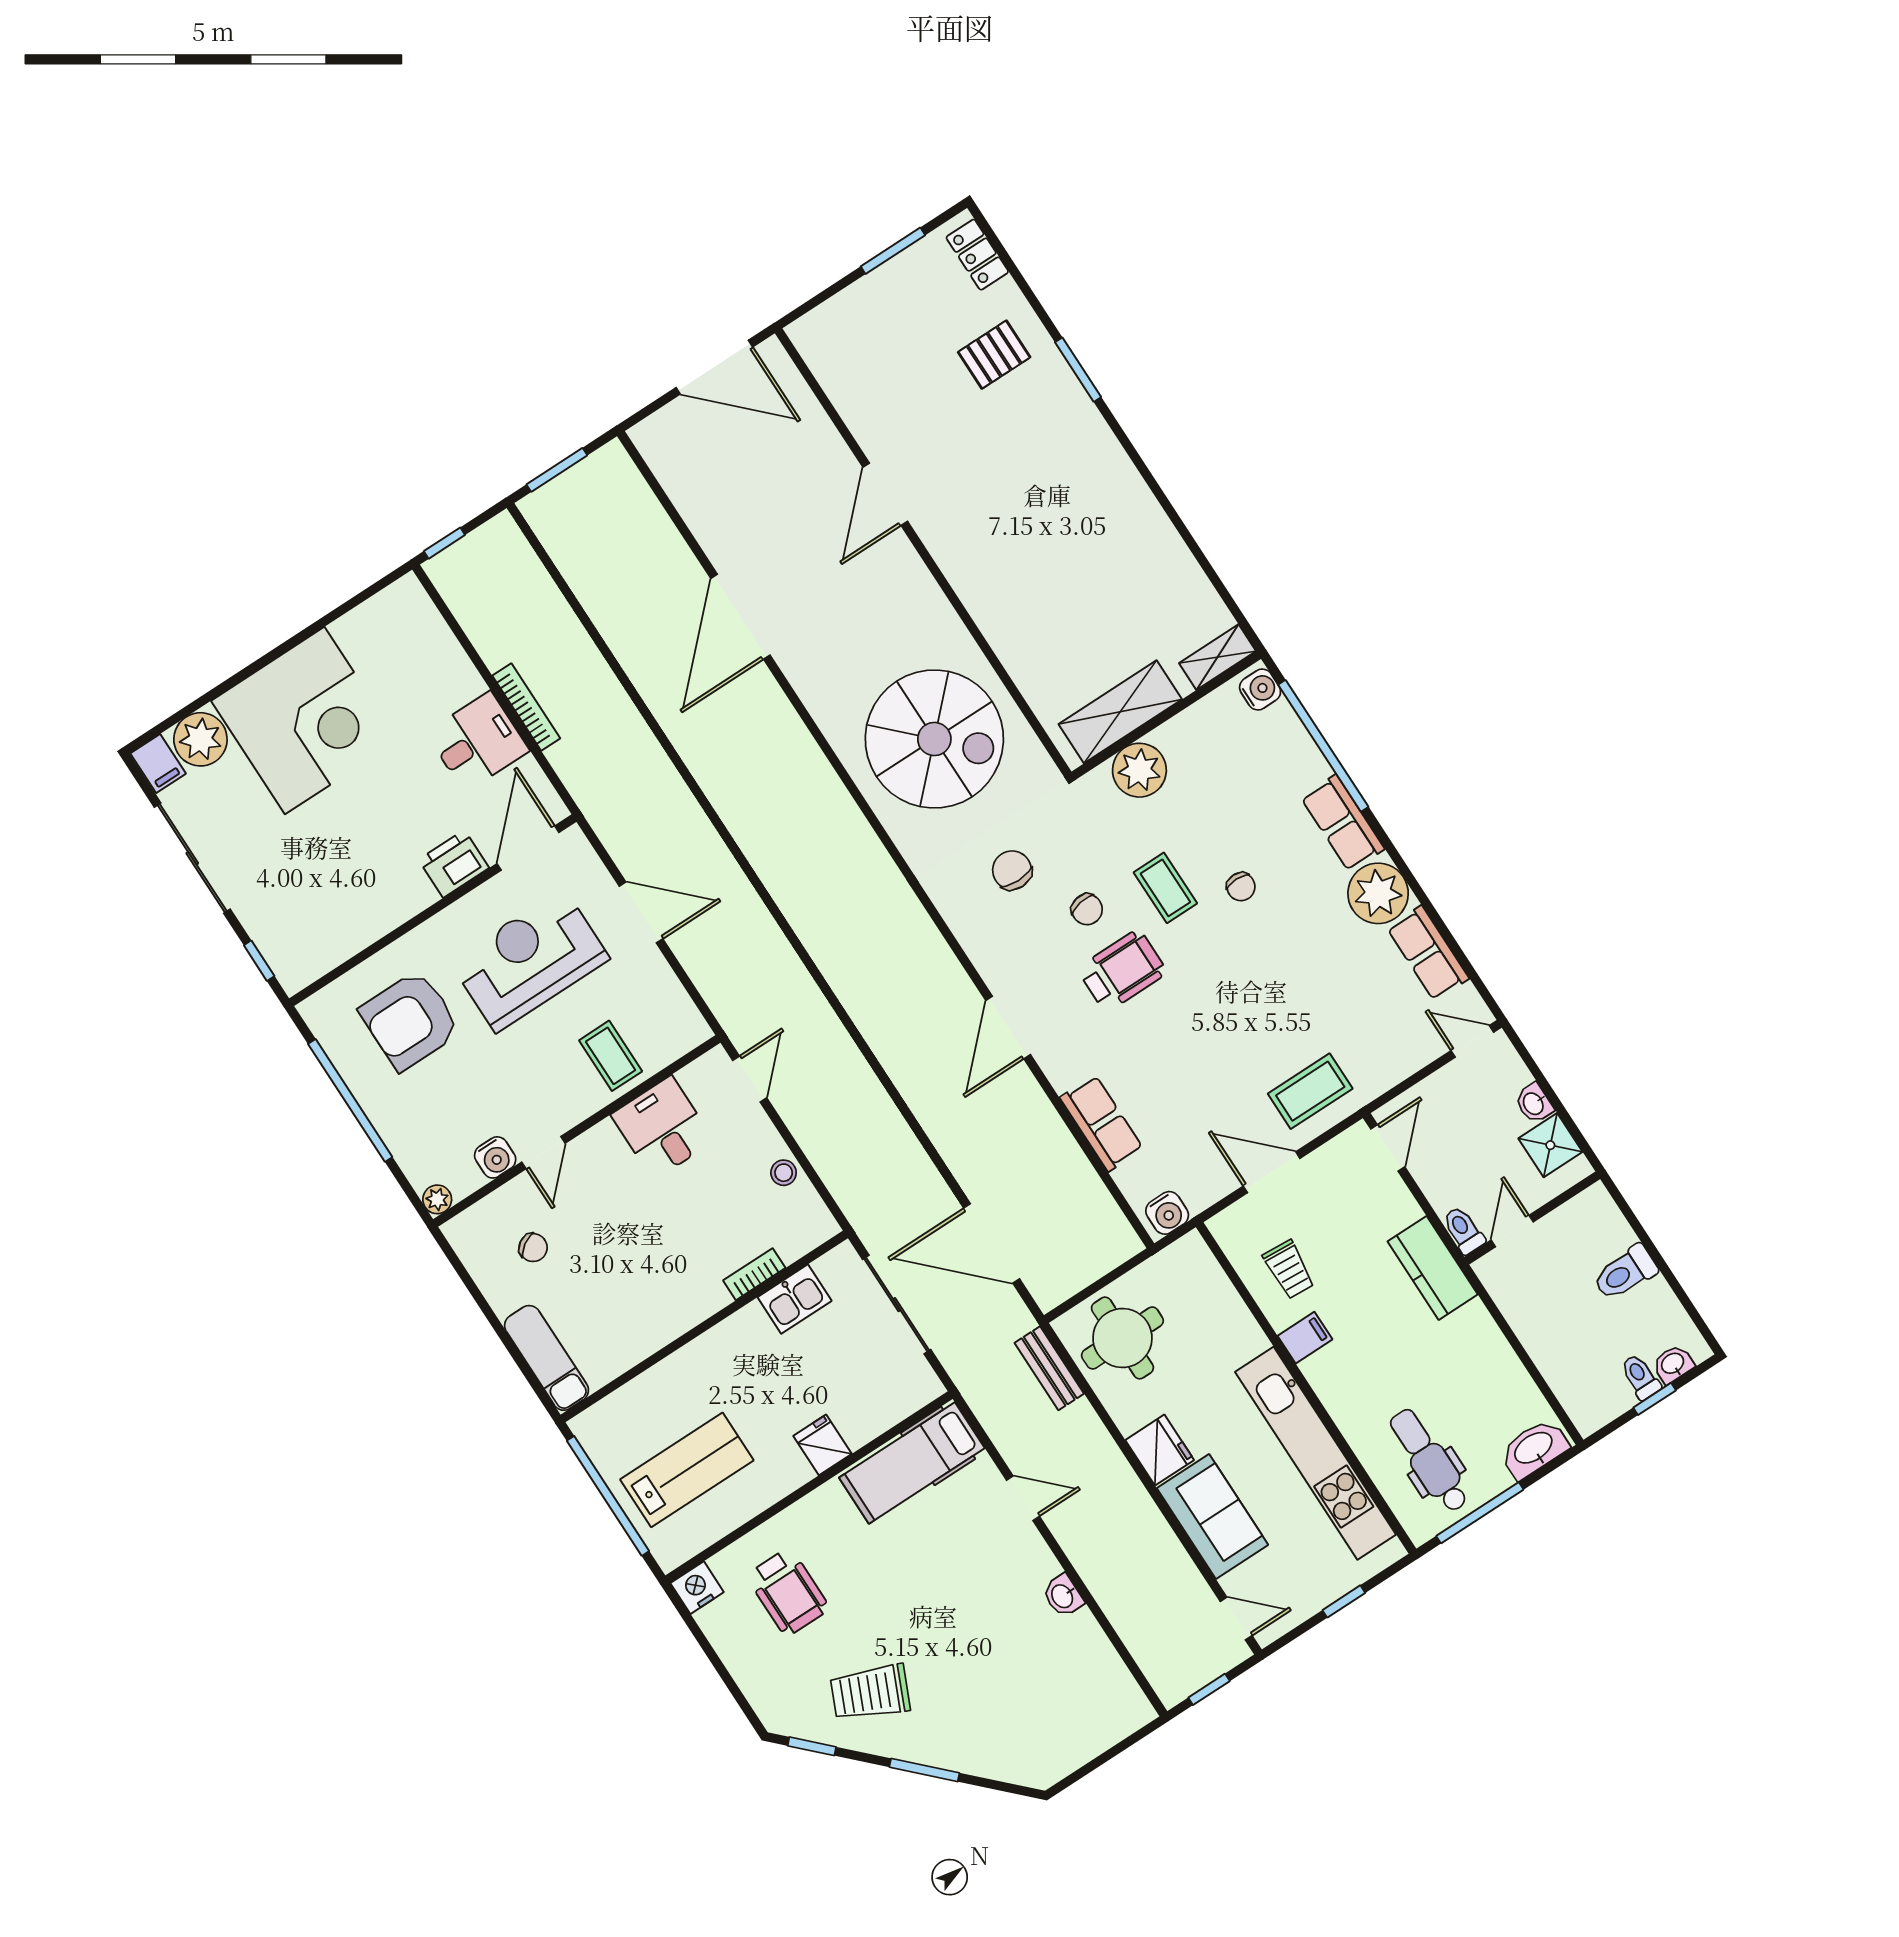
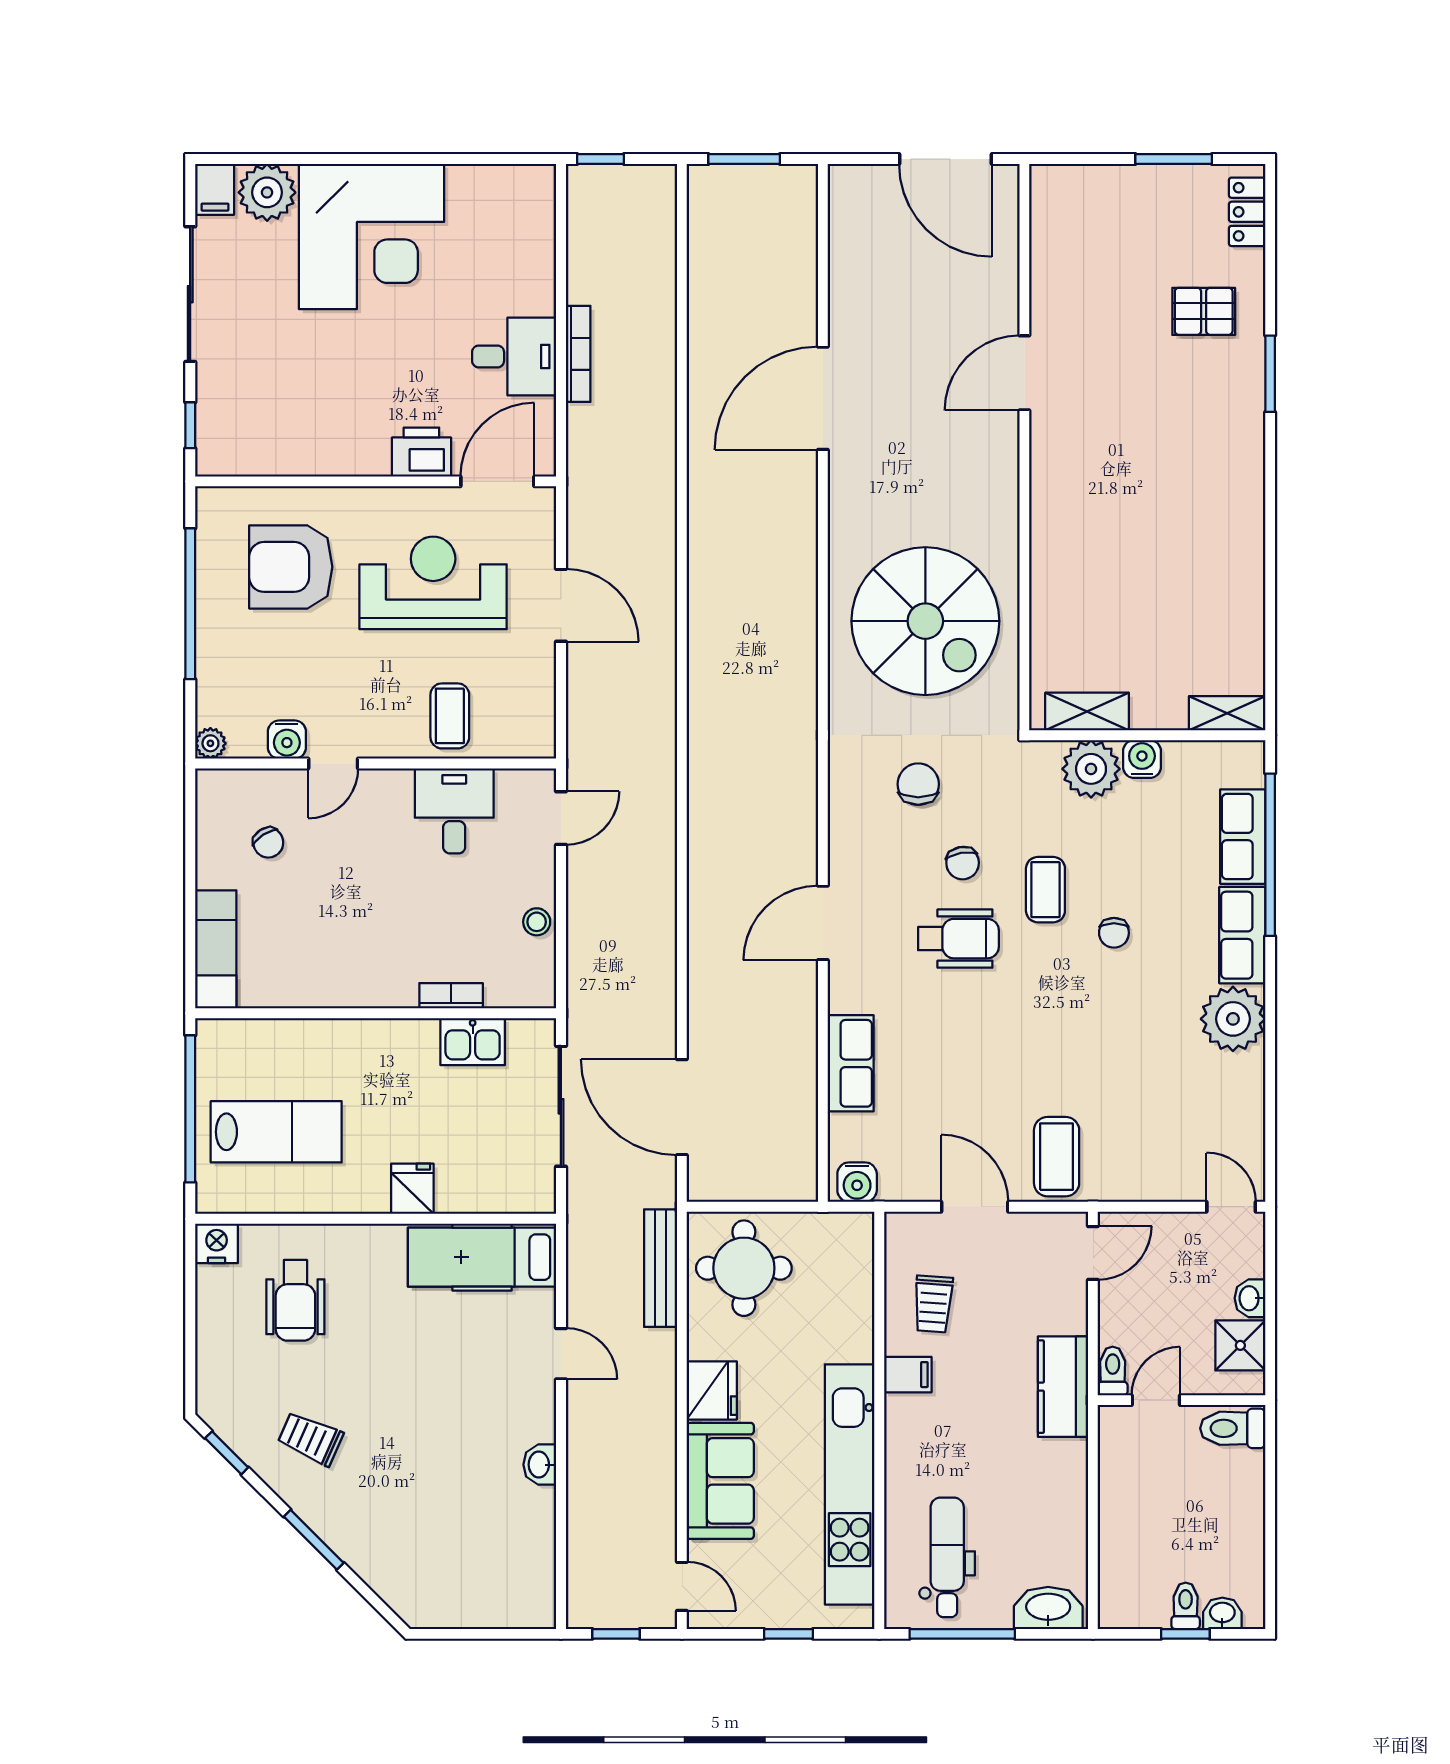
water cooler: (1260, 689) -> (1142, 759), moved, turned -90
shelving: (1120, 712) -> (1087, 712), width x0.67, depth x0.75
row of seats: (1428, 953) -> (1243, 837), moved
coffee table: (1310, 1091) -> (1057, 1157), turned 90
toilet: (1625, 1273) -> (1233, 1428), moved
bench: (1049, 1368) -> (661, 1268), width x1.36
trolley: (870, 1692) -> (310, 1439), width x0.73, depth x0.72

